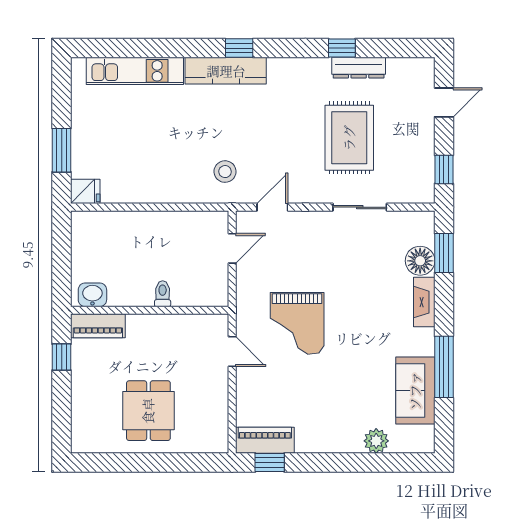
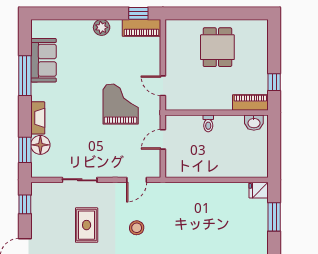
rug: (349, 138) -> (87, 225), width x0.73, depth x0.70
stool: (225, 172) -> (137, 228), moved
door: (232, 248) -> (163, 139), moved
plant: (376, 441) -> (102, 27), moved

